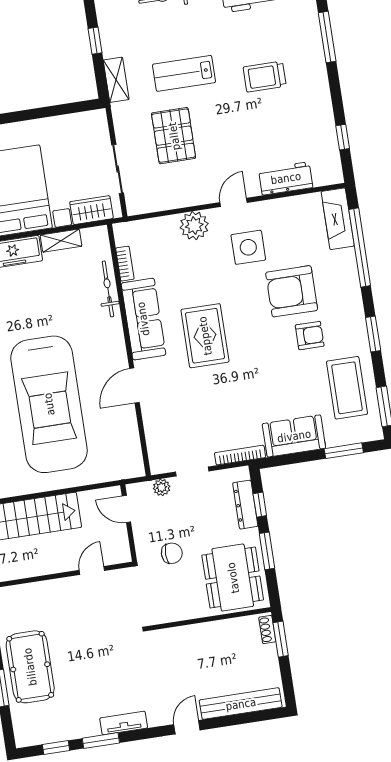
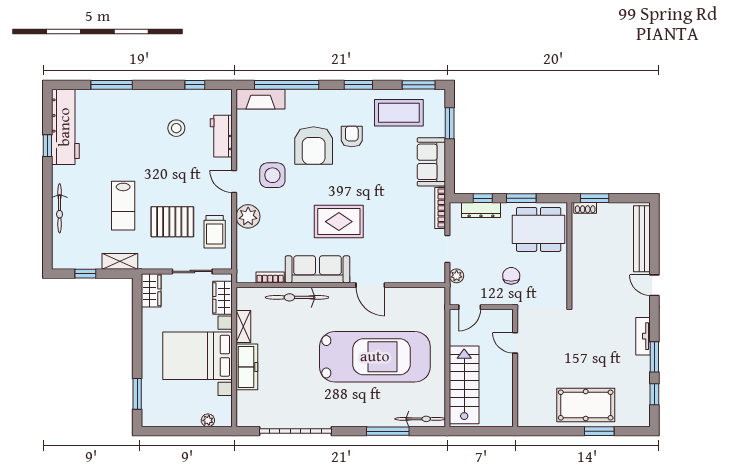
trolley: (265, 77) -> (215, 232), moved
wardrobe: (87, 123) -> (151, 290), added
stool: (287, 123) -> (176, 128), added
bicycle: (108, 289) -> (297, 297), width x1.37, depth x1.40

